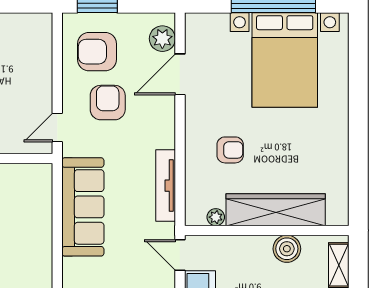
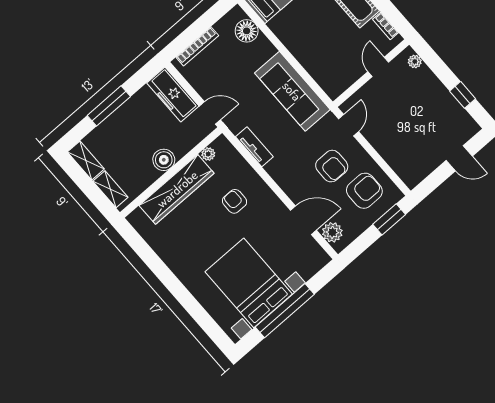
door: (180, 74) -> (303, 220), hinge flipped
armchair: (230, 150) -> (235, 201), turned 90
tv unit: (166, 186) -> (254, 147), width x0.71
boiler: (287, 249) -> (164, 160), moved

